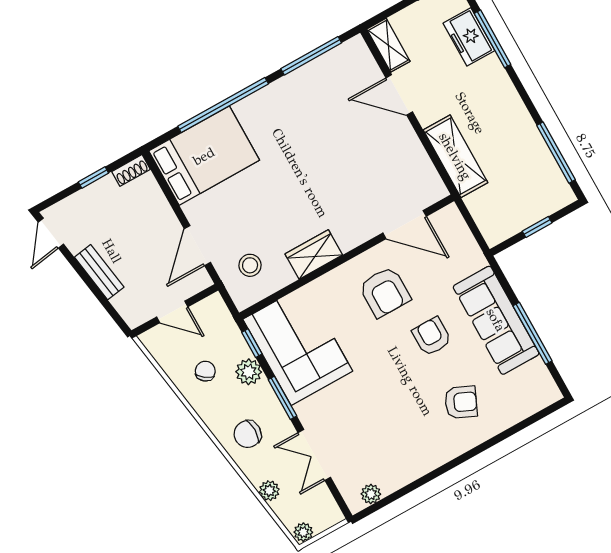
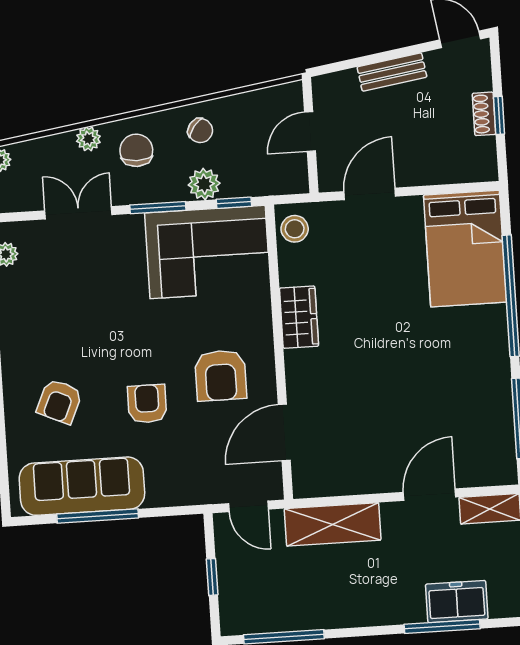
shoe rack: (131, 170) -> (484, 114), moved
door: (472, 225) -> (248, 506), added
door: (197, 246) -> (370, 194), hinge flipped
stool: (250, 265) -> (295, 229), moved
armchair: (385, 292) -> (221, 375), turned -90
sofa: (496, 320) -> (82, 486), moved
armchair: (432, 336) -> (147, 404), turned -90
chair: (205, 371) -> (200, 131), moved
plant: (269, 491) -> (88, 139), moved

